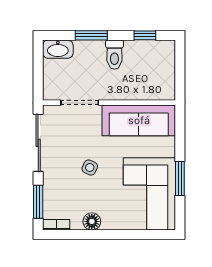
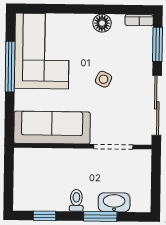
washbasin: (58, 49) -> (114, 202), moved
toilet: (114, 55) -> (76, 200), width x0.73, depth x0.72
window: (180, 178) -> (10, 67), width x1.44

